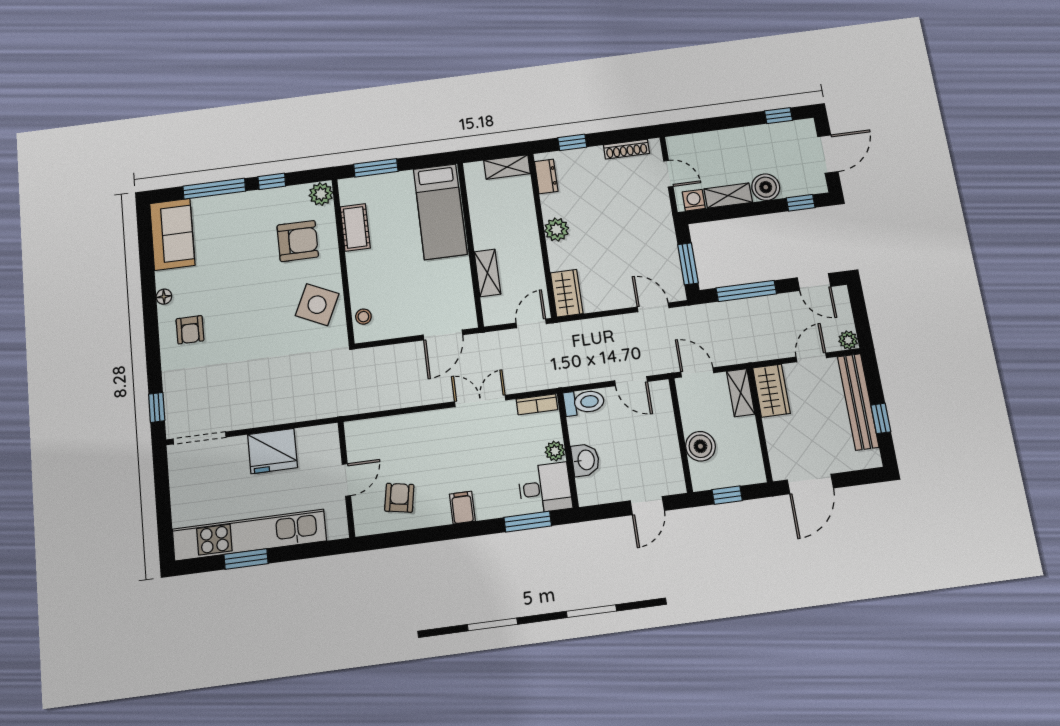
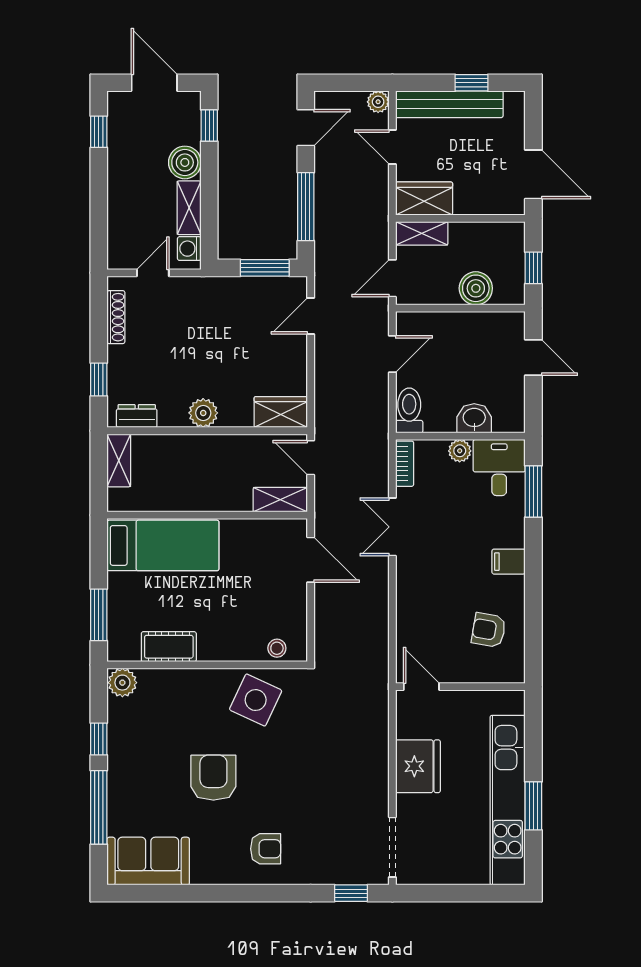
armchair: (298, 241) -> (213, 778), moved
shelving: (488, 273) -> (280, 500), moved
floor lamp: (164, 297) -> (222, 876), removed
door: (346, 480) -> (421, 687), moved

